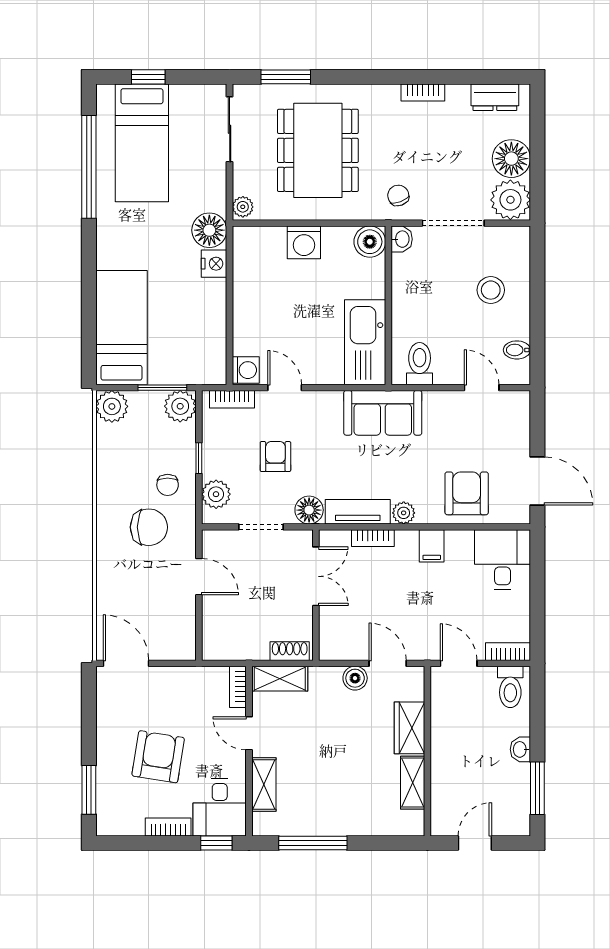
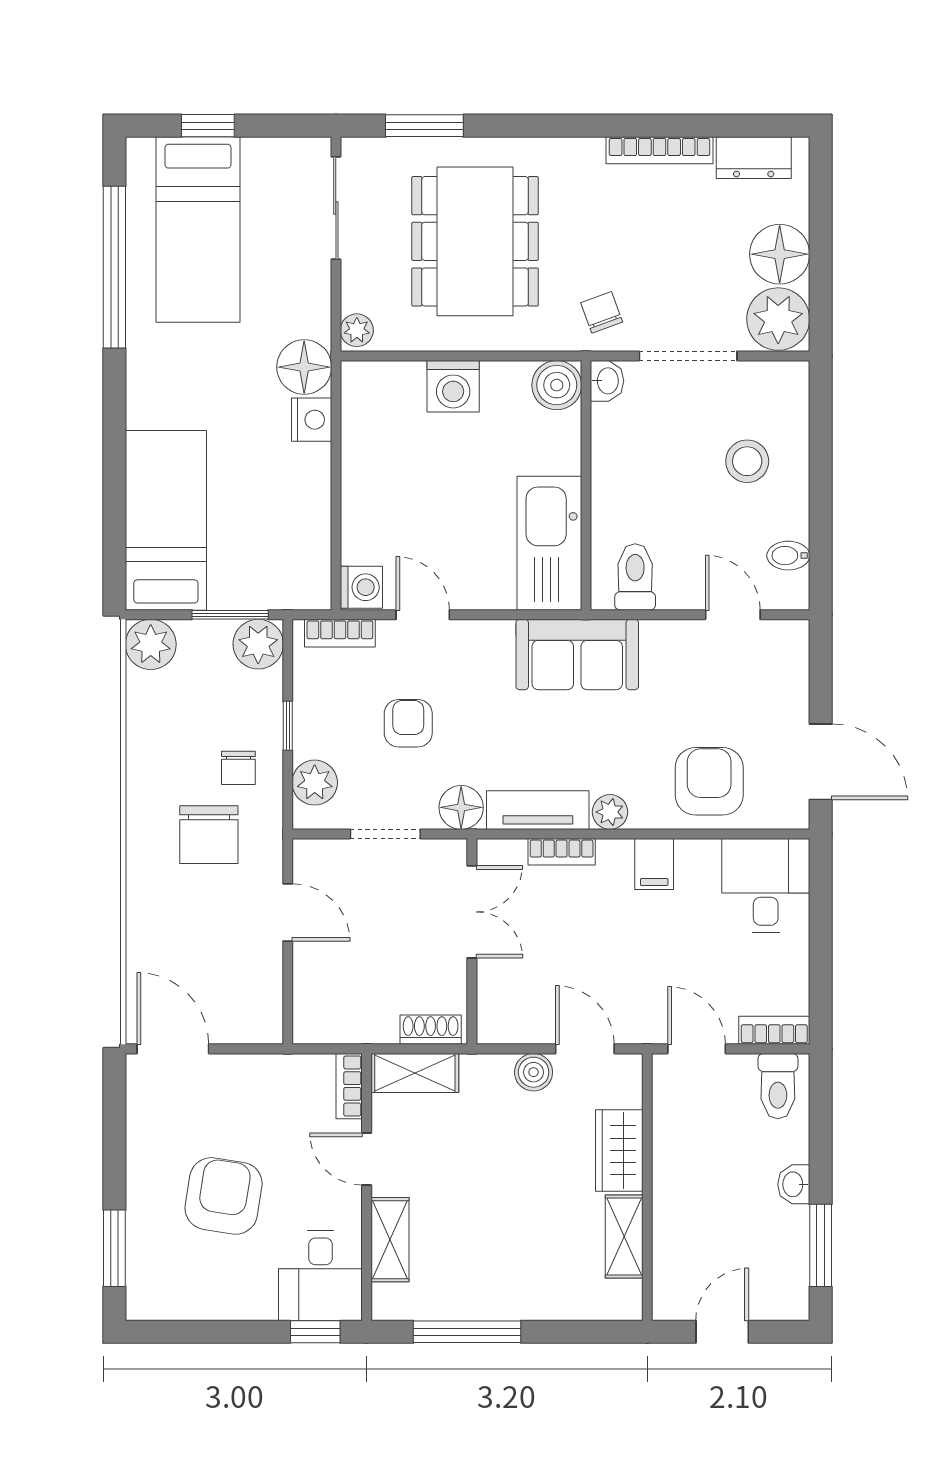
bookcase: (423, 93) -> (660, 150), width x1.56
chair: (149, 527) -> (209, 835), turned 90
bookcase: (168, 827) -> (239, 1306), removed

